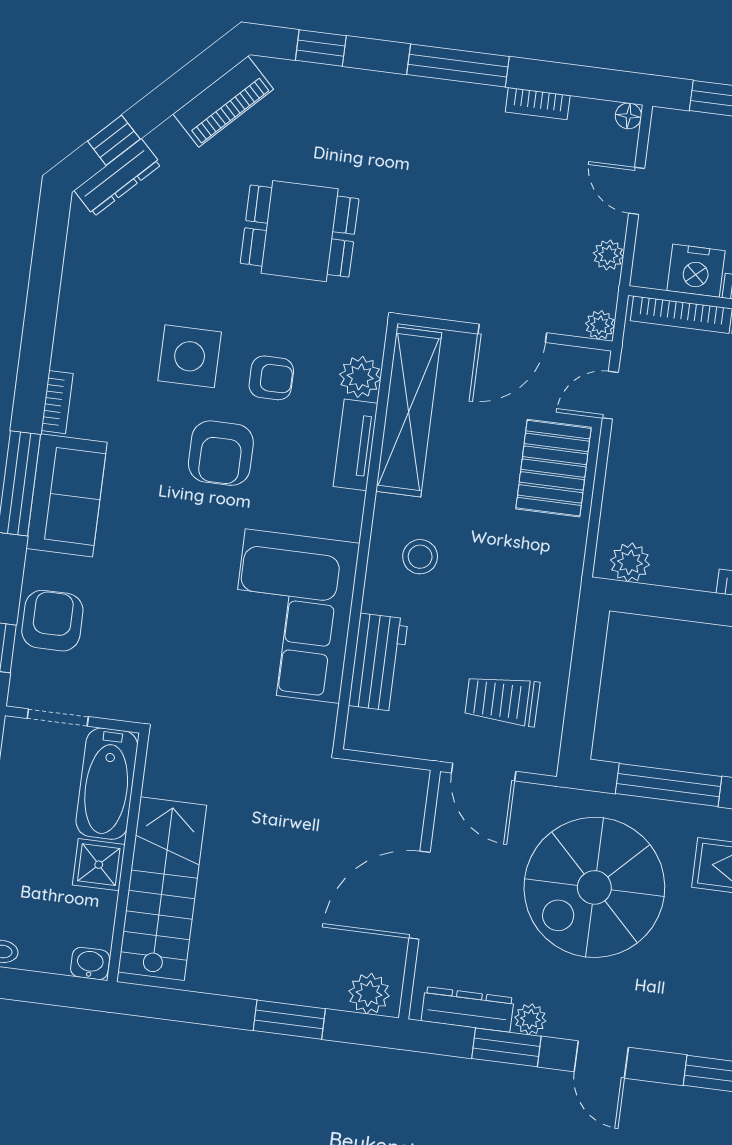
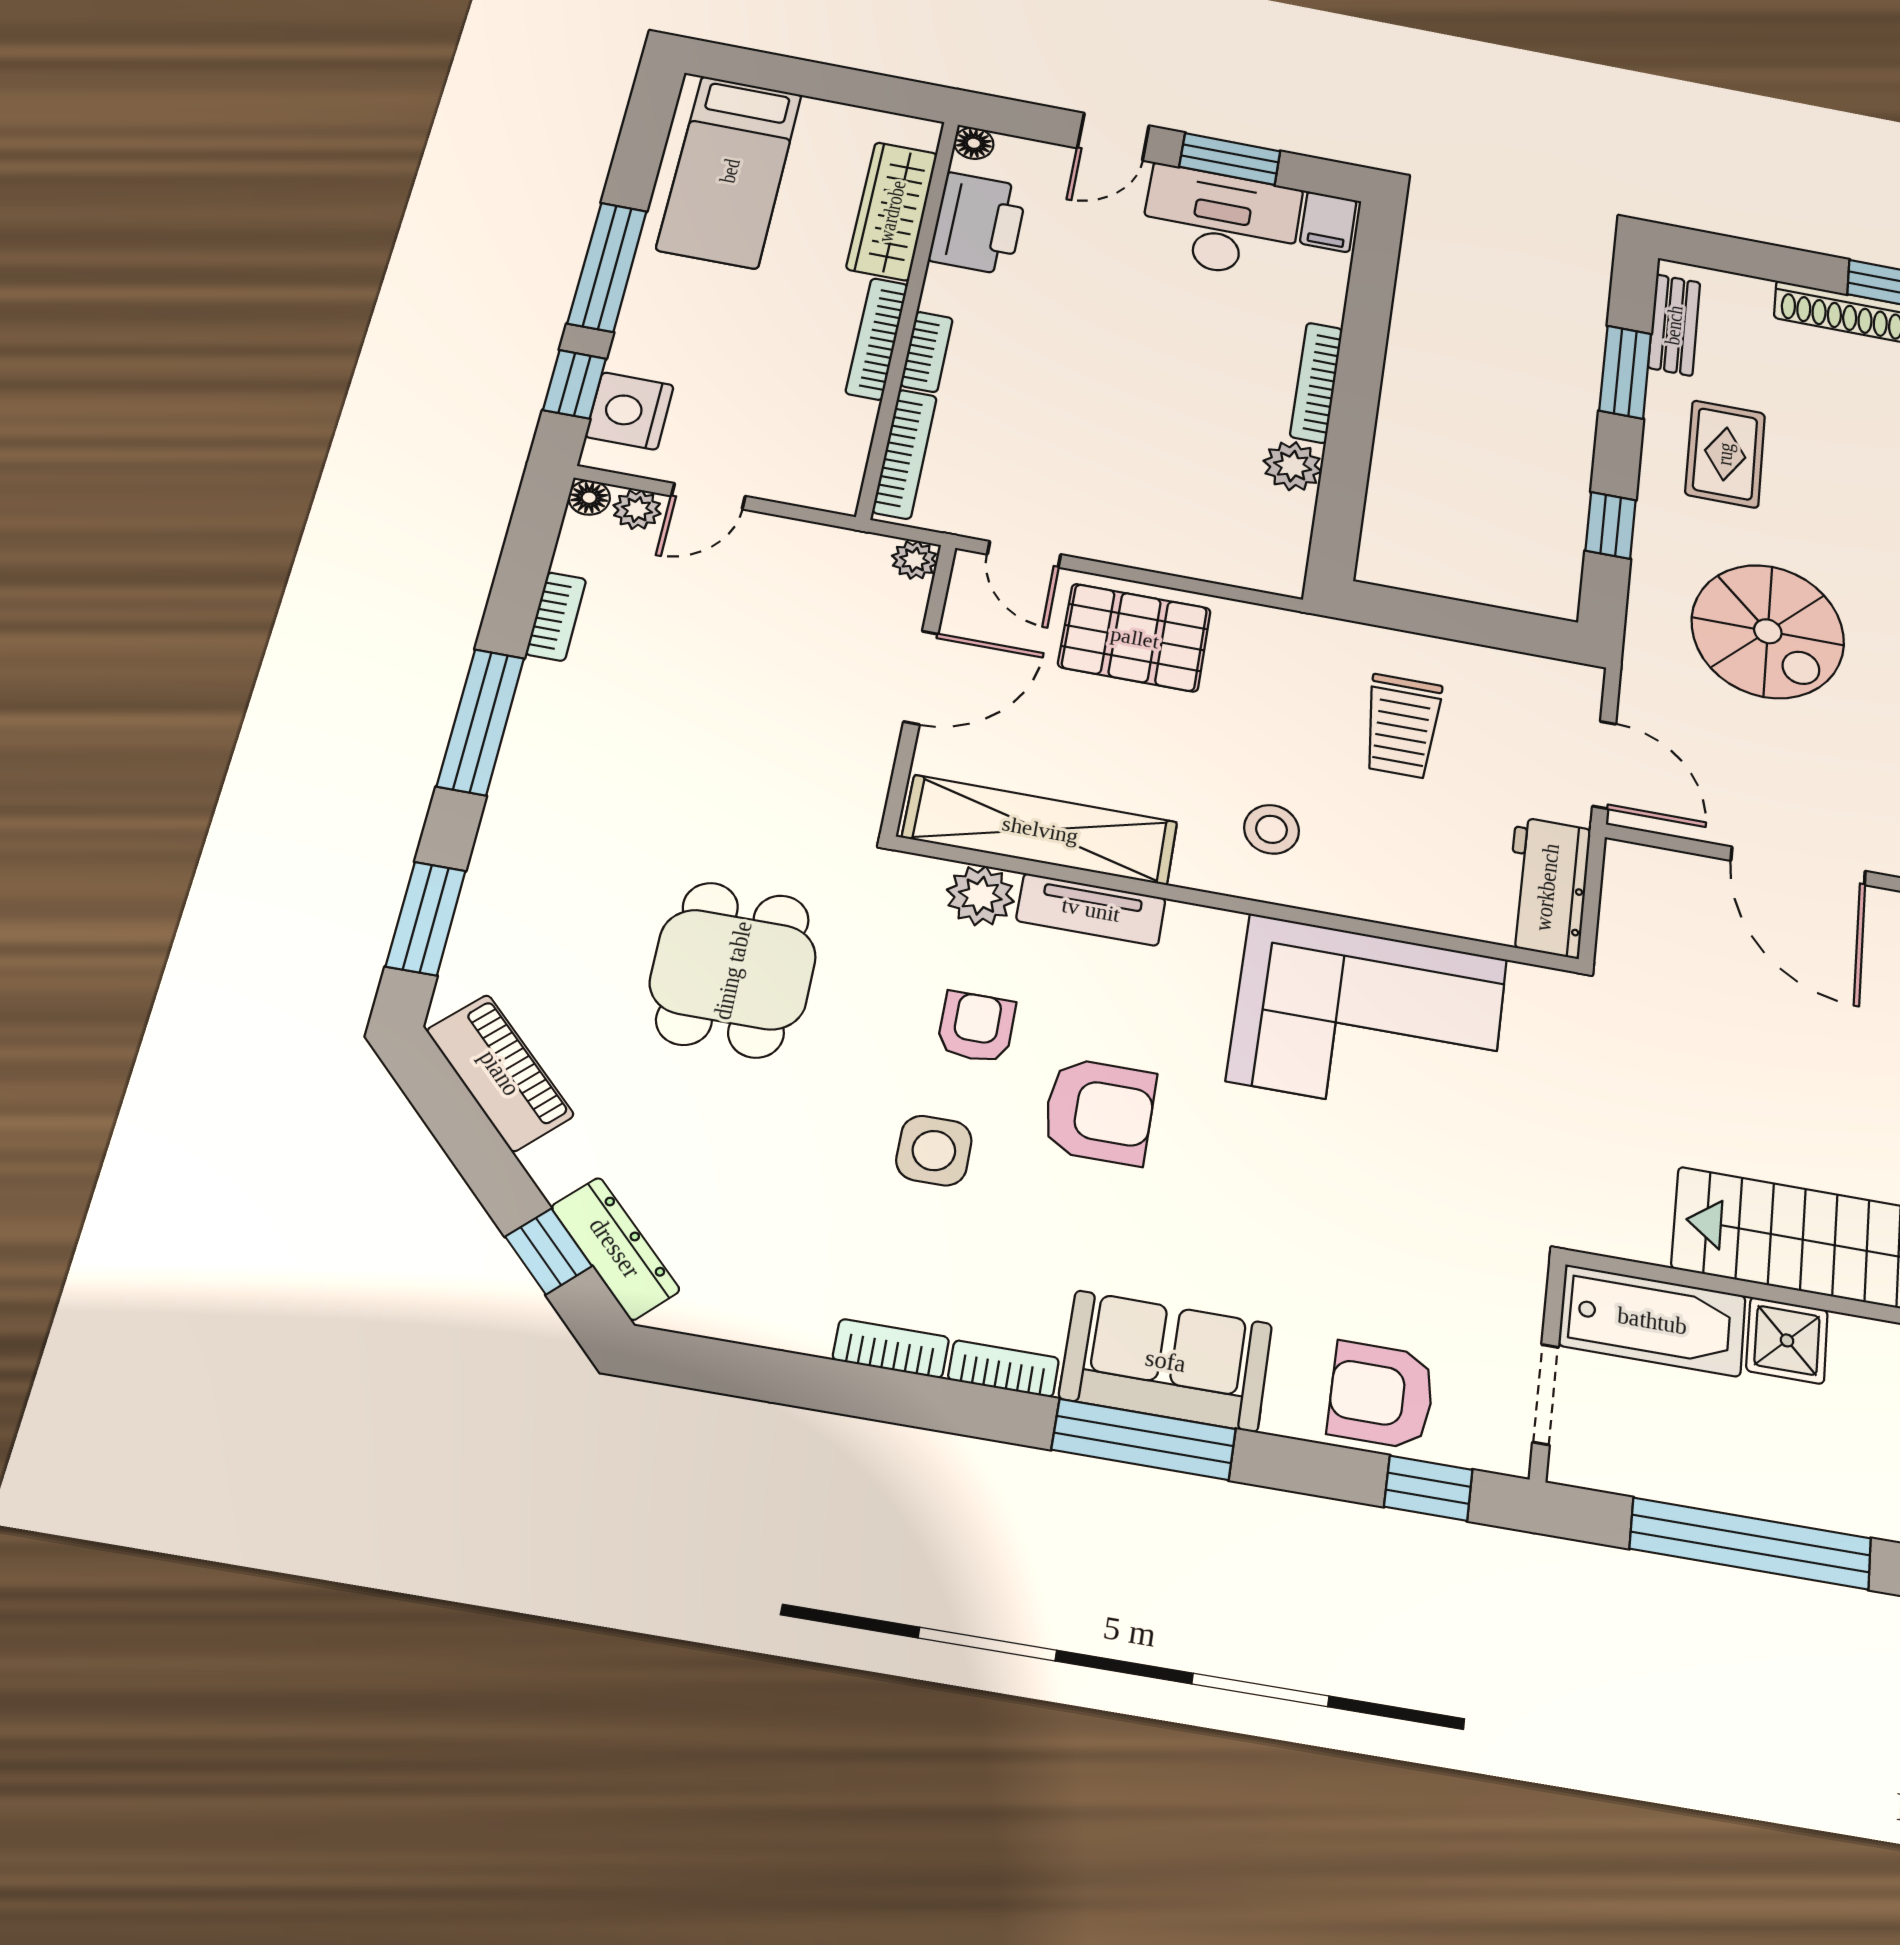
window: (321, 48) -> (426, 918), width x1.50
plant: (608, 255) -> (637, 509), moved
nightstand: (696, 271) -> (630, 411), moved, turned 180
door: (512, 333) -> (921, 678), hinge flipped
bookcase: (66, 337) -> (891, 1348), added
side table: (190, 356) -> (934, 1151), width x0.73, depth x0.73
plant: (630, 562) -> (1293, 466), moved
workbench: (378, 662) -> (1547, 887), moved, turned -90
trolley: (502, 700) -> (1402, 726), moved
door: (484, 772) -> (1604, 765), hinge flipped
window: (669, 785) -> (1611, 525), width x0.46
spiral stairs: (594, 887) -> (1768, 631), width x0.73, depth x0.73

